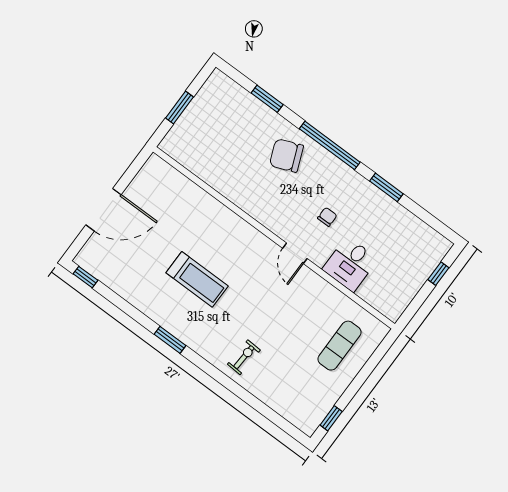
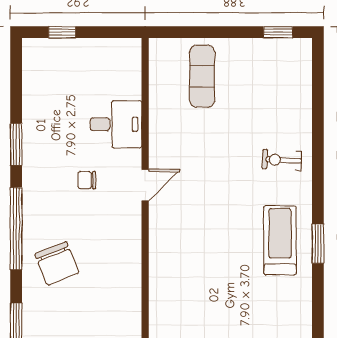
treadmill: (197, 279) -> (280, 240), moved
exercise mat: (339, 346) -> (202, 76), turned 90

